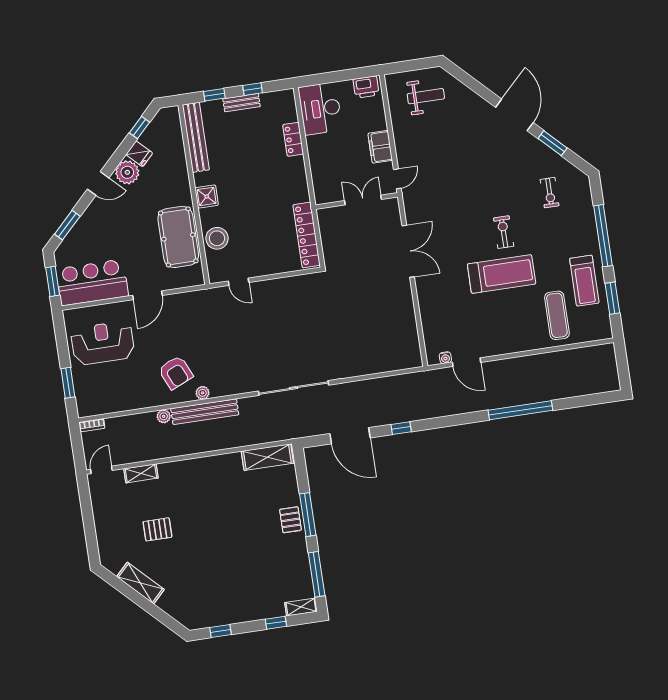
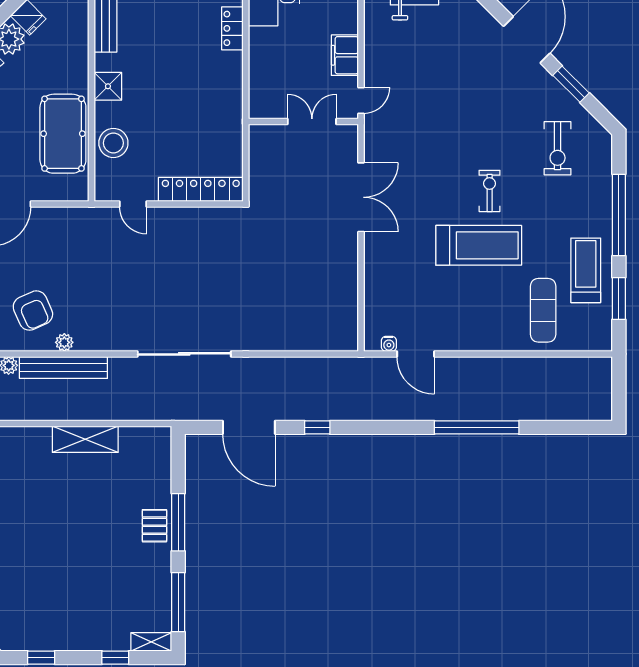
exercise bike: (550, 193) -> (558, 148), width x1.38, depth x1.39
locker: (307, 235) -> (201, 189), moved, turned 90
treadmill: (584, 281) -> (586, 270), turned 180
shelving: (267, 457) -> (85, 439), moved

